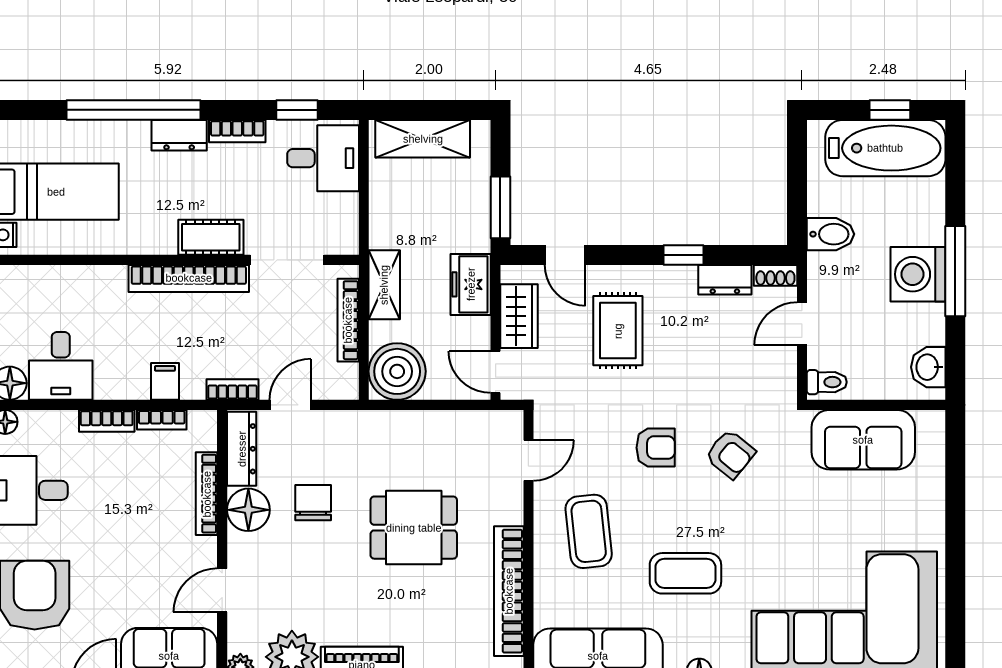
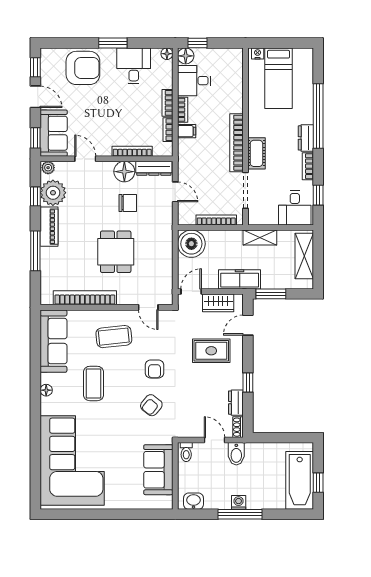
bidet: (830, 234) -> (236, 454), moved
washing machine: (918, 274) -> (239, 502), width x0.53, depth x0.53
freezer: (471, 284) -> (240, 279), width x1.40
shelving: (384, 285) -> (260, 237), moved
bookcase: (232, 390) -> (183, 110), moved

